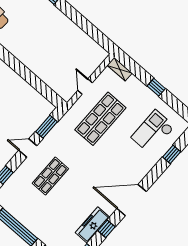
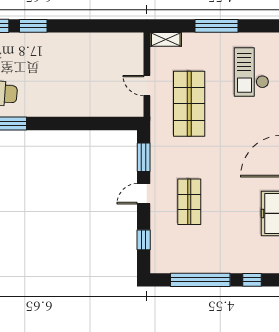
window: (156, 87) -> (217, 26), width x2.17

